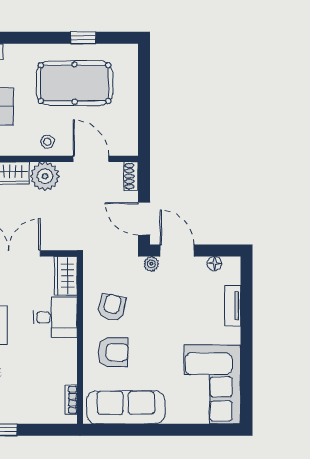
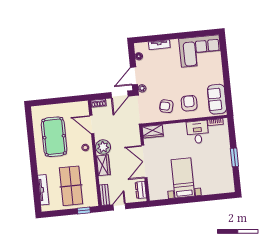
window: (83, 38) -> (31, 135), removed
door: (91, 159) -> (92, 125), hinge flipped
desk: (55, 317) -> (198, 132), moved
sofa: (126, 407) -> (217, 99), width x0.73

